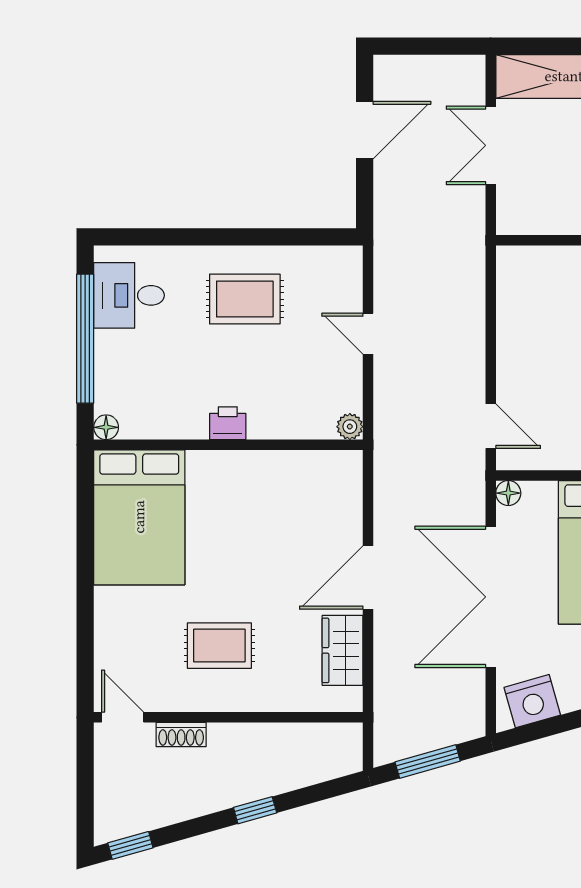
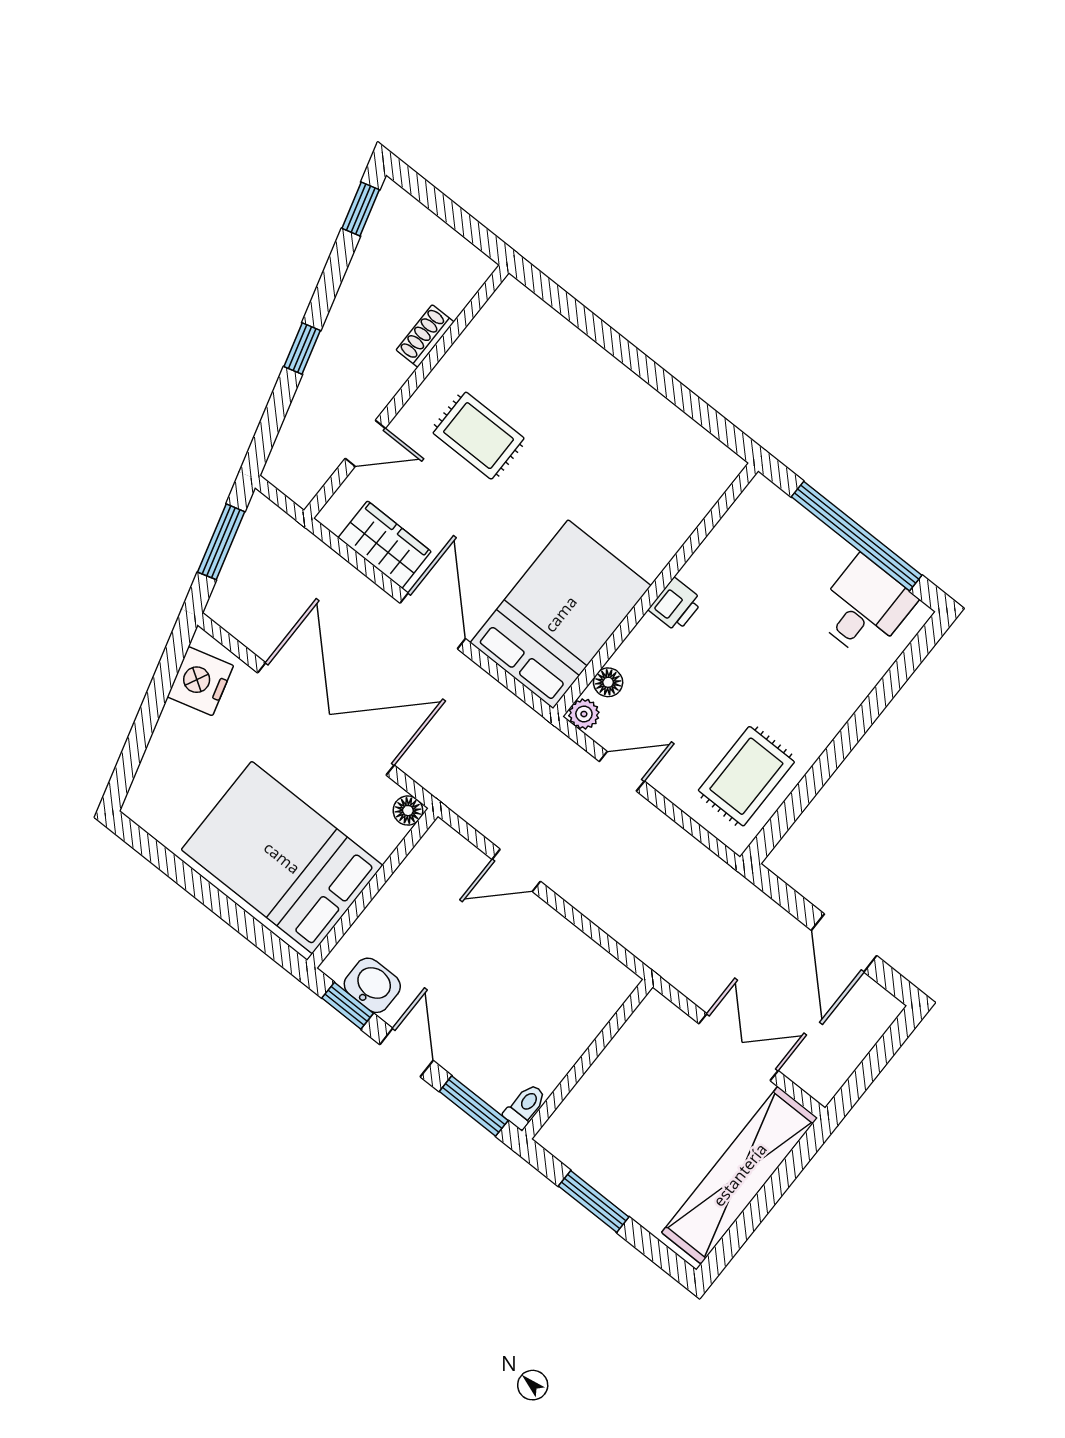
rug: (245, 299) -> (746, 776), moved
door: (368, 334) -> (622, 771), moved
door: (491, 426) -> (516, 870), moved
floor lamp: (106, 427) -> (608, 682), moved
bed: (139, 517) -> (561, 614), moved, turned 90
rug: (219, 646) -> (479, 436), turned 90
door: (123, 717) -> (365, 443), moved

